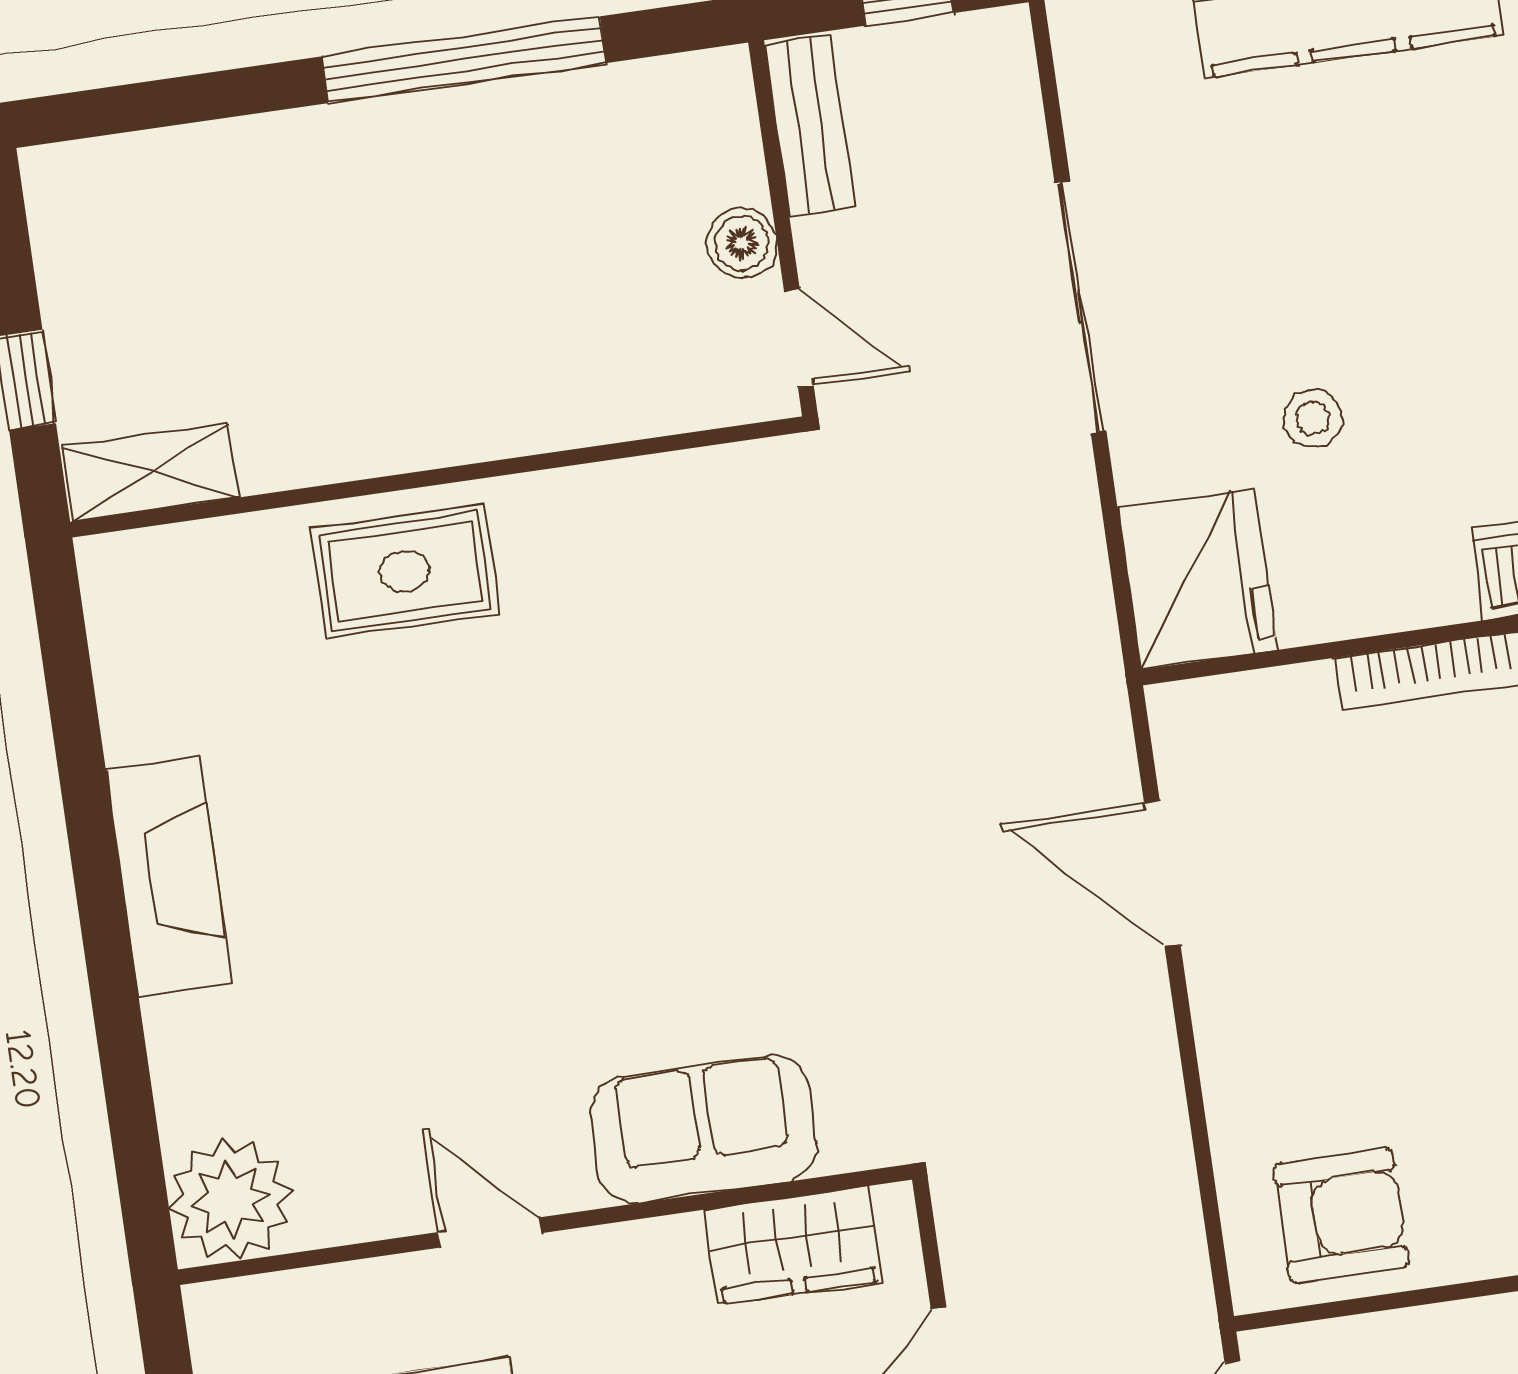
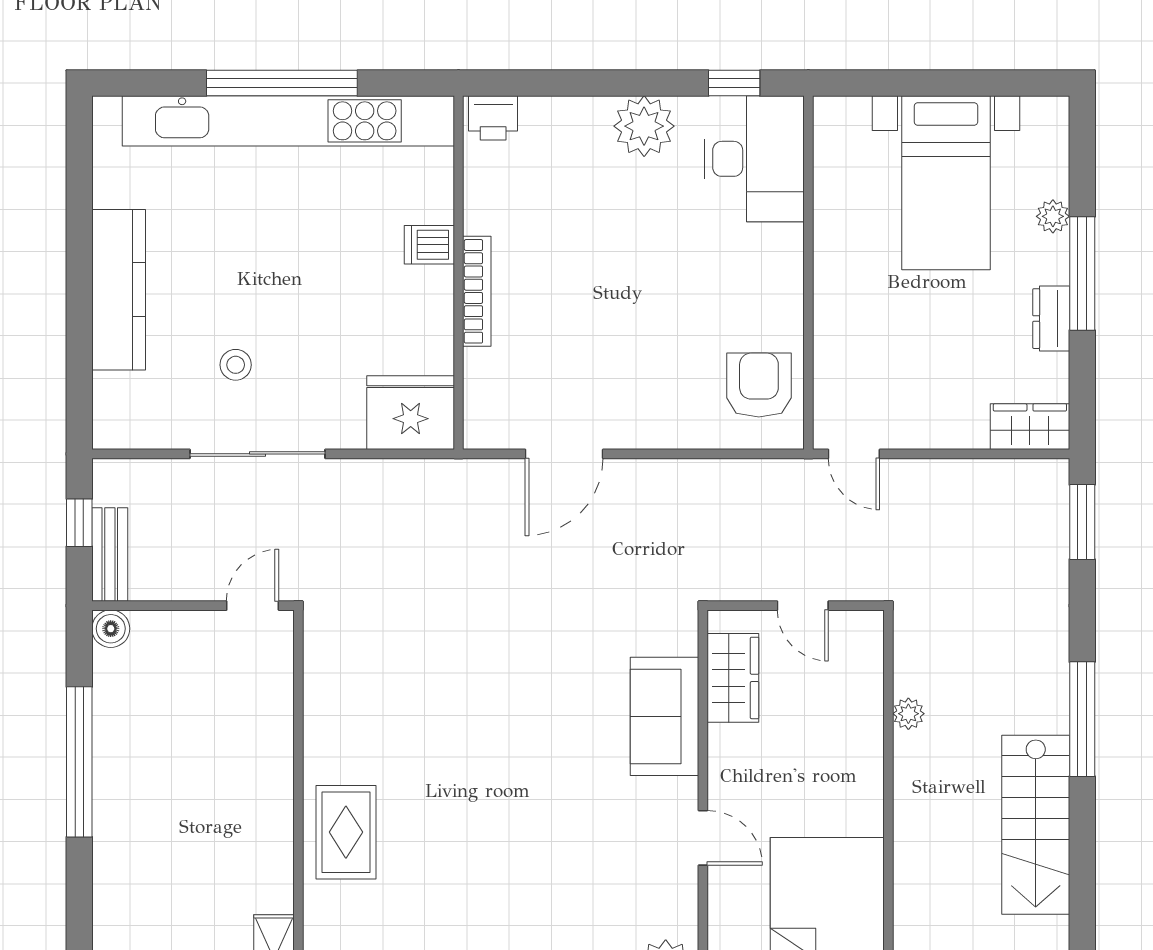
bench: (810, 126) -> (110, 554), moved, turned 90
boiler: (742, 243) -> (111, 629), moved
stool: (1313, 419) -> (236, 365), moved
door: (490, 1233) -> (703, 838), swing flipped

